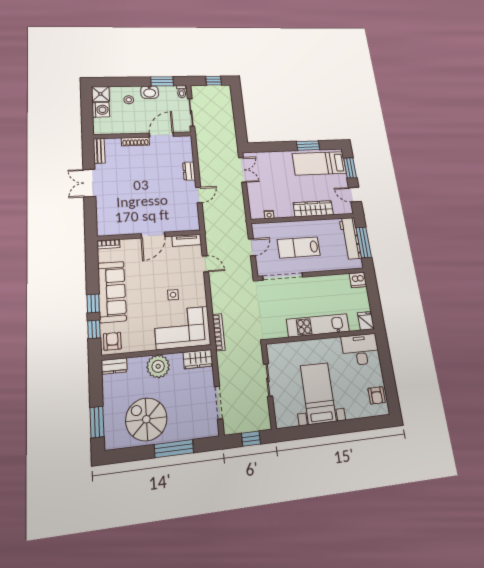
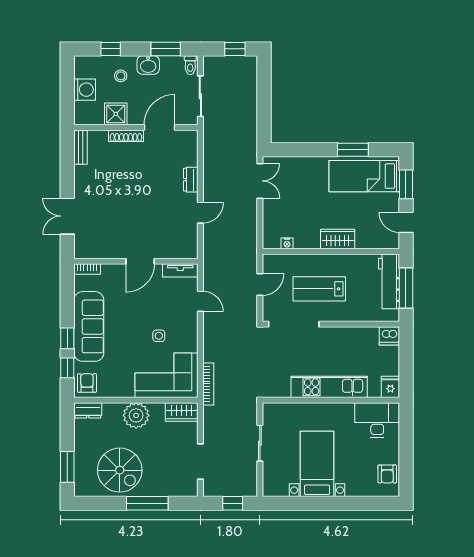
window: (120, 82) -> (111, 49), added
shower: (100, 94) -> (116, 114), moved
double door: (89, 183) -> (67, 216), moved
wardrobe: (313, 209) -> (338, 239), width x0.67
spiral stairs: (146, 419) -> (120, 470), turned 180

